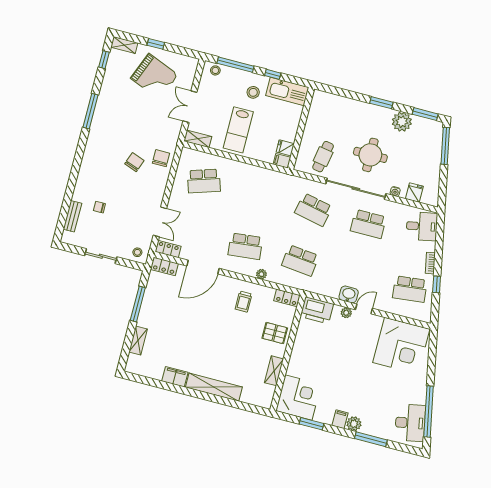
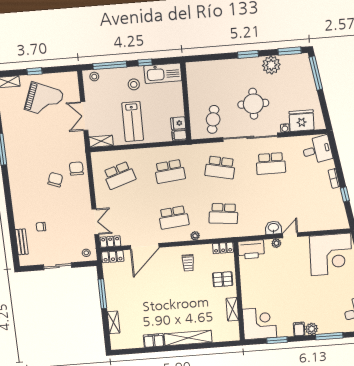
fridge: (414, 193) -> (302, 121), width x1.88, depth x1.34
school desk: (410, 289) -> (170, 171), moved

